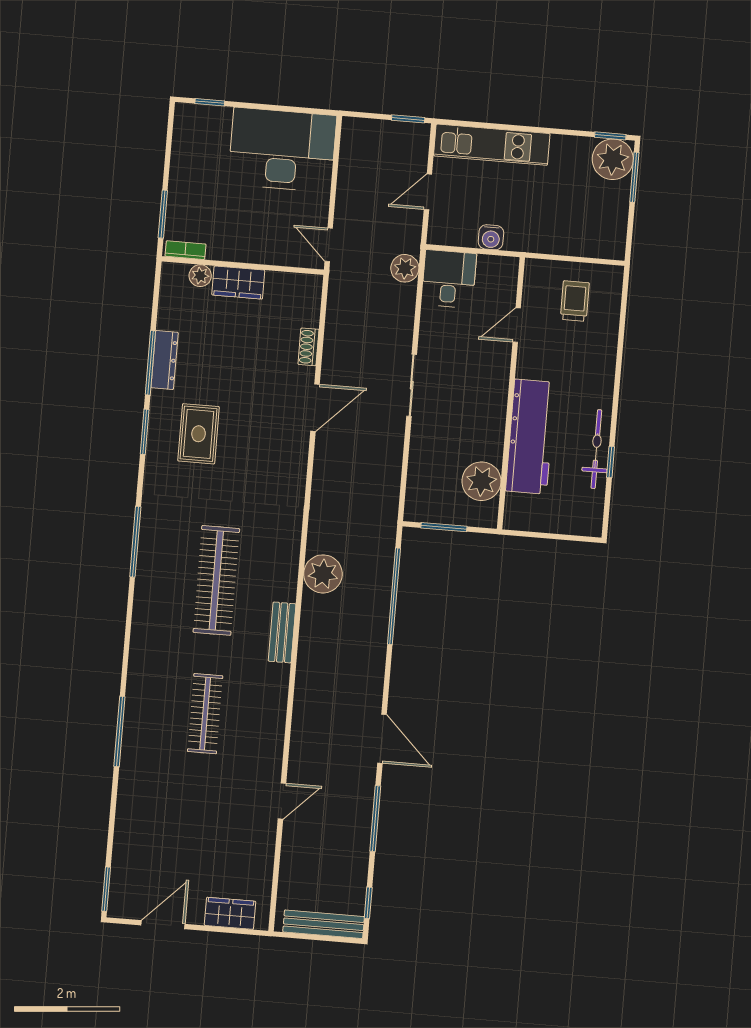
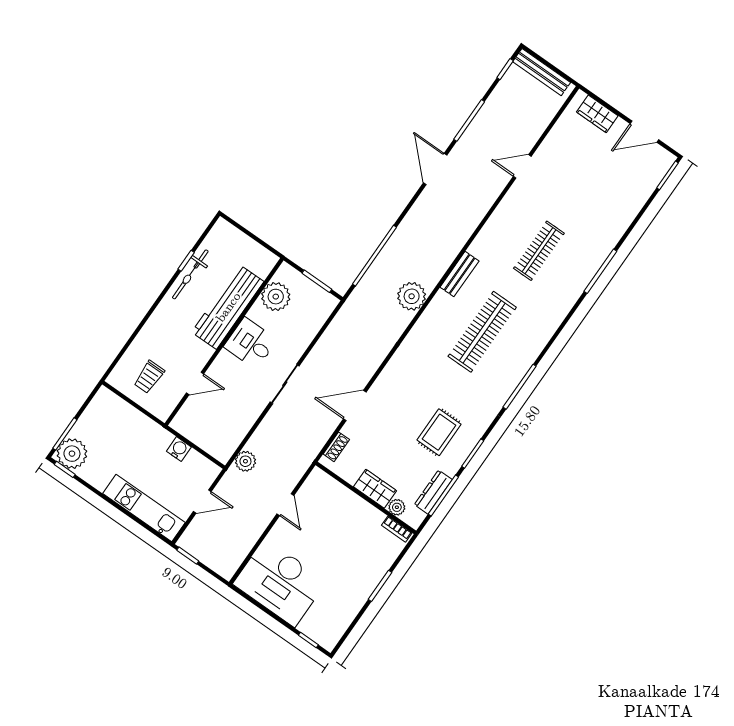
bookcase: (186, 250) -> (397, 529), moved
wall: (243, 266) -> (366, 498), moved
plant: (200, 276) -> (397, 507), moved
desk: (449, 279) -> (250, 343), moved, turned 90
wardrobe: (238, 283) -> (375, 489), moved

